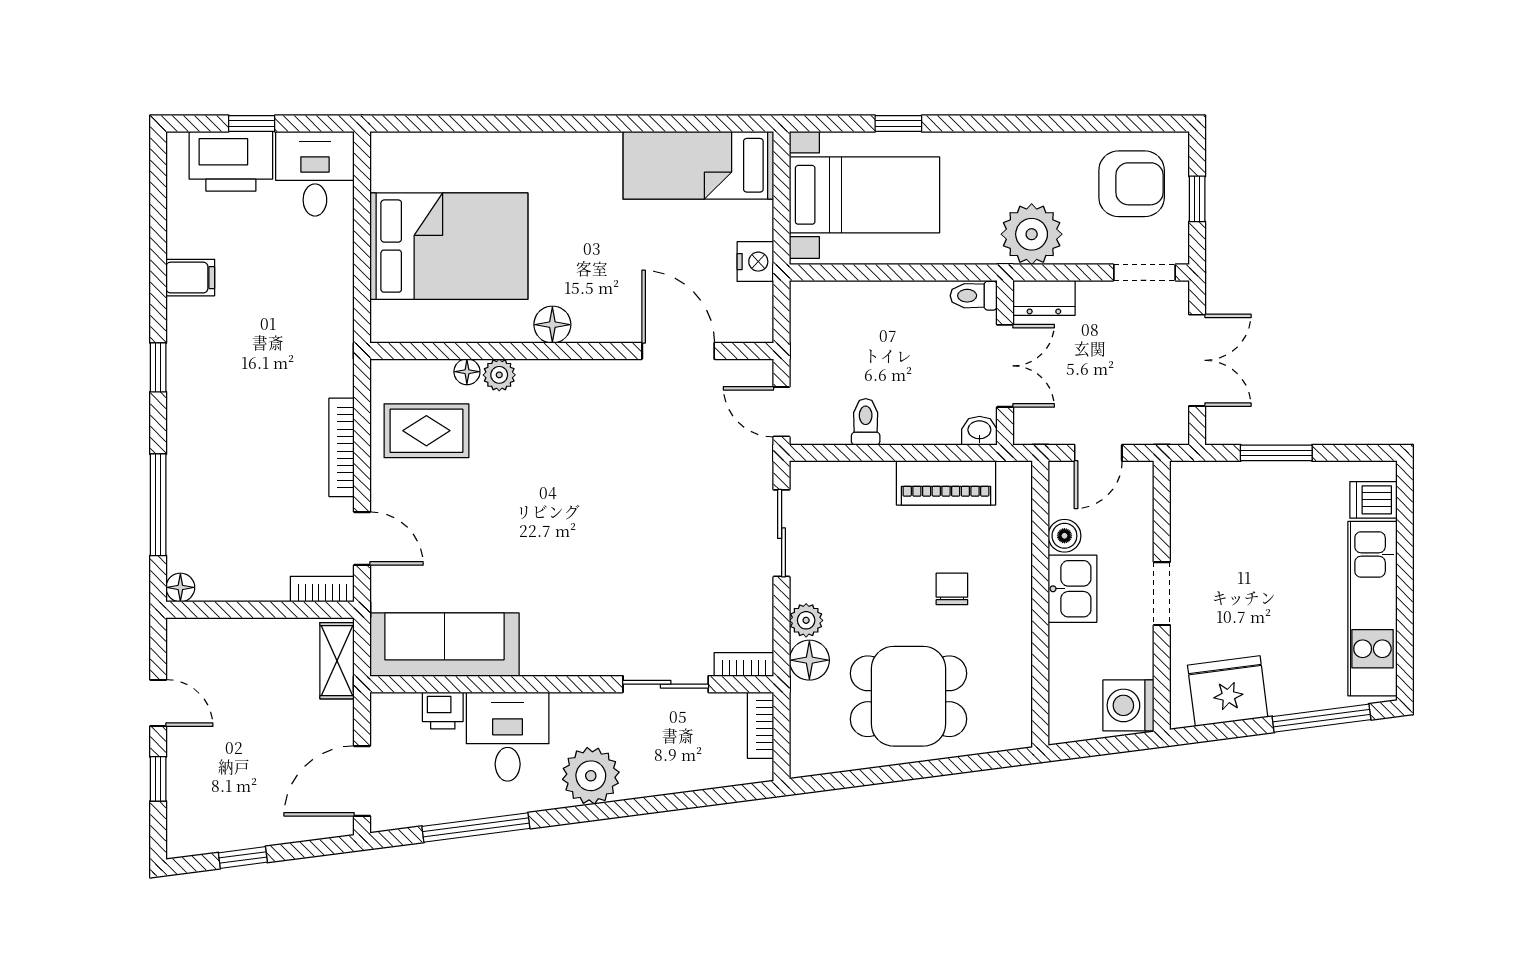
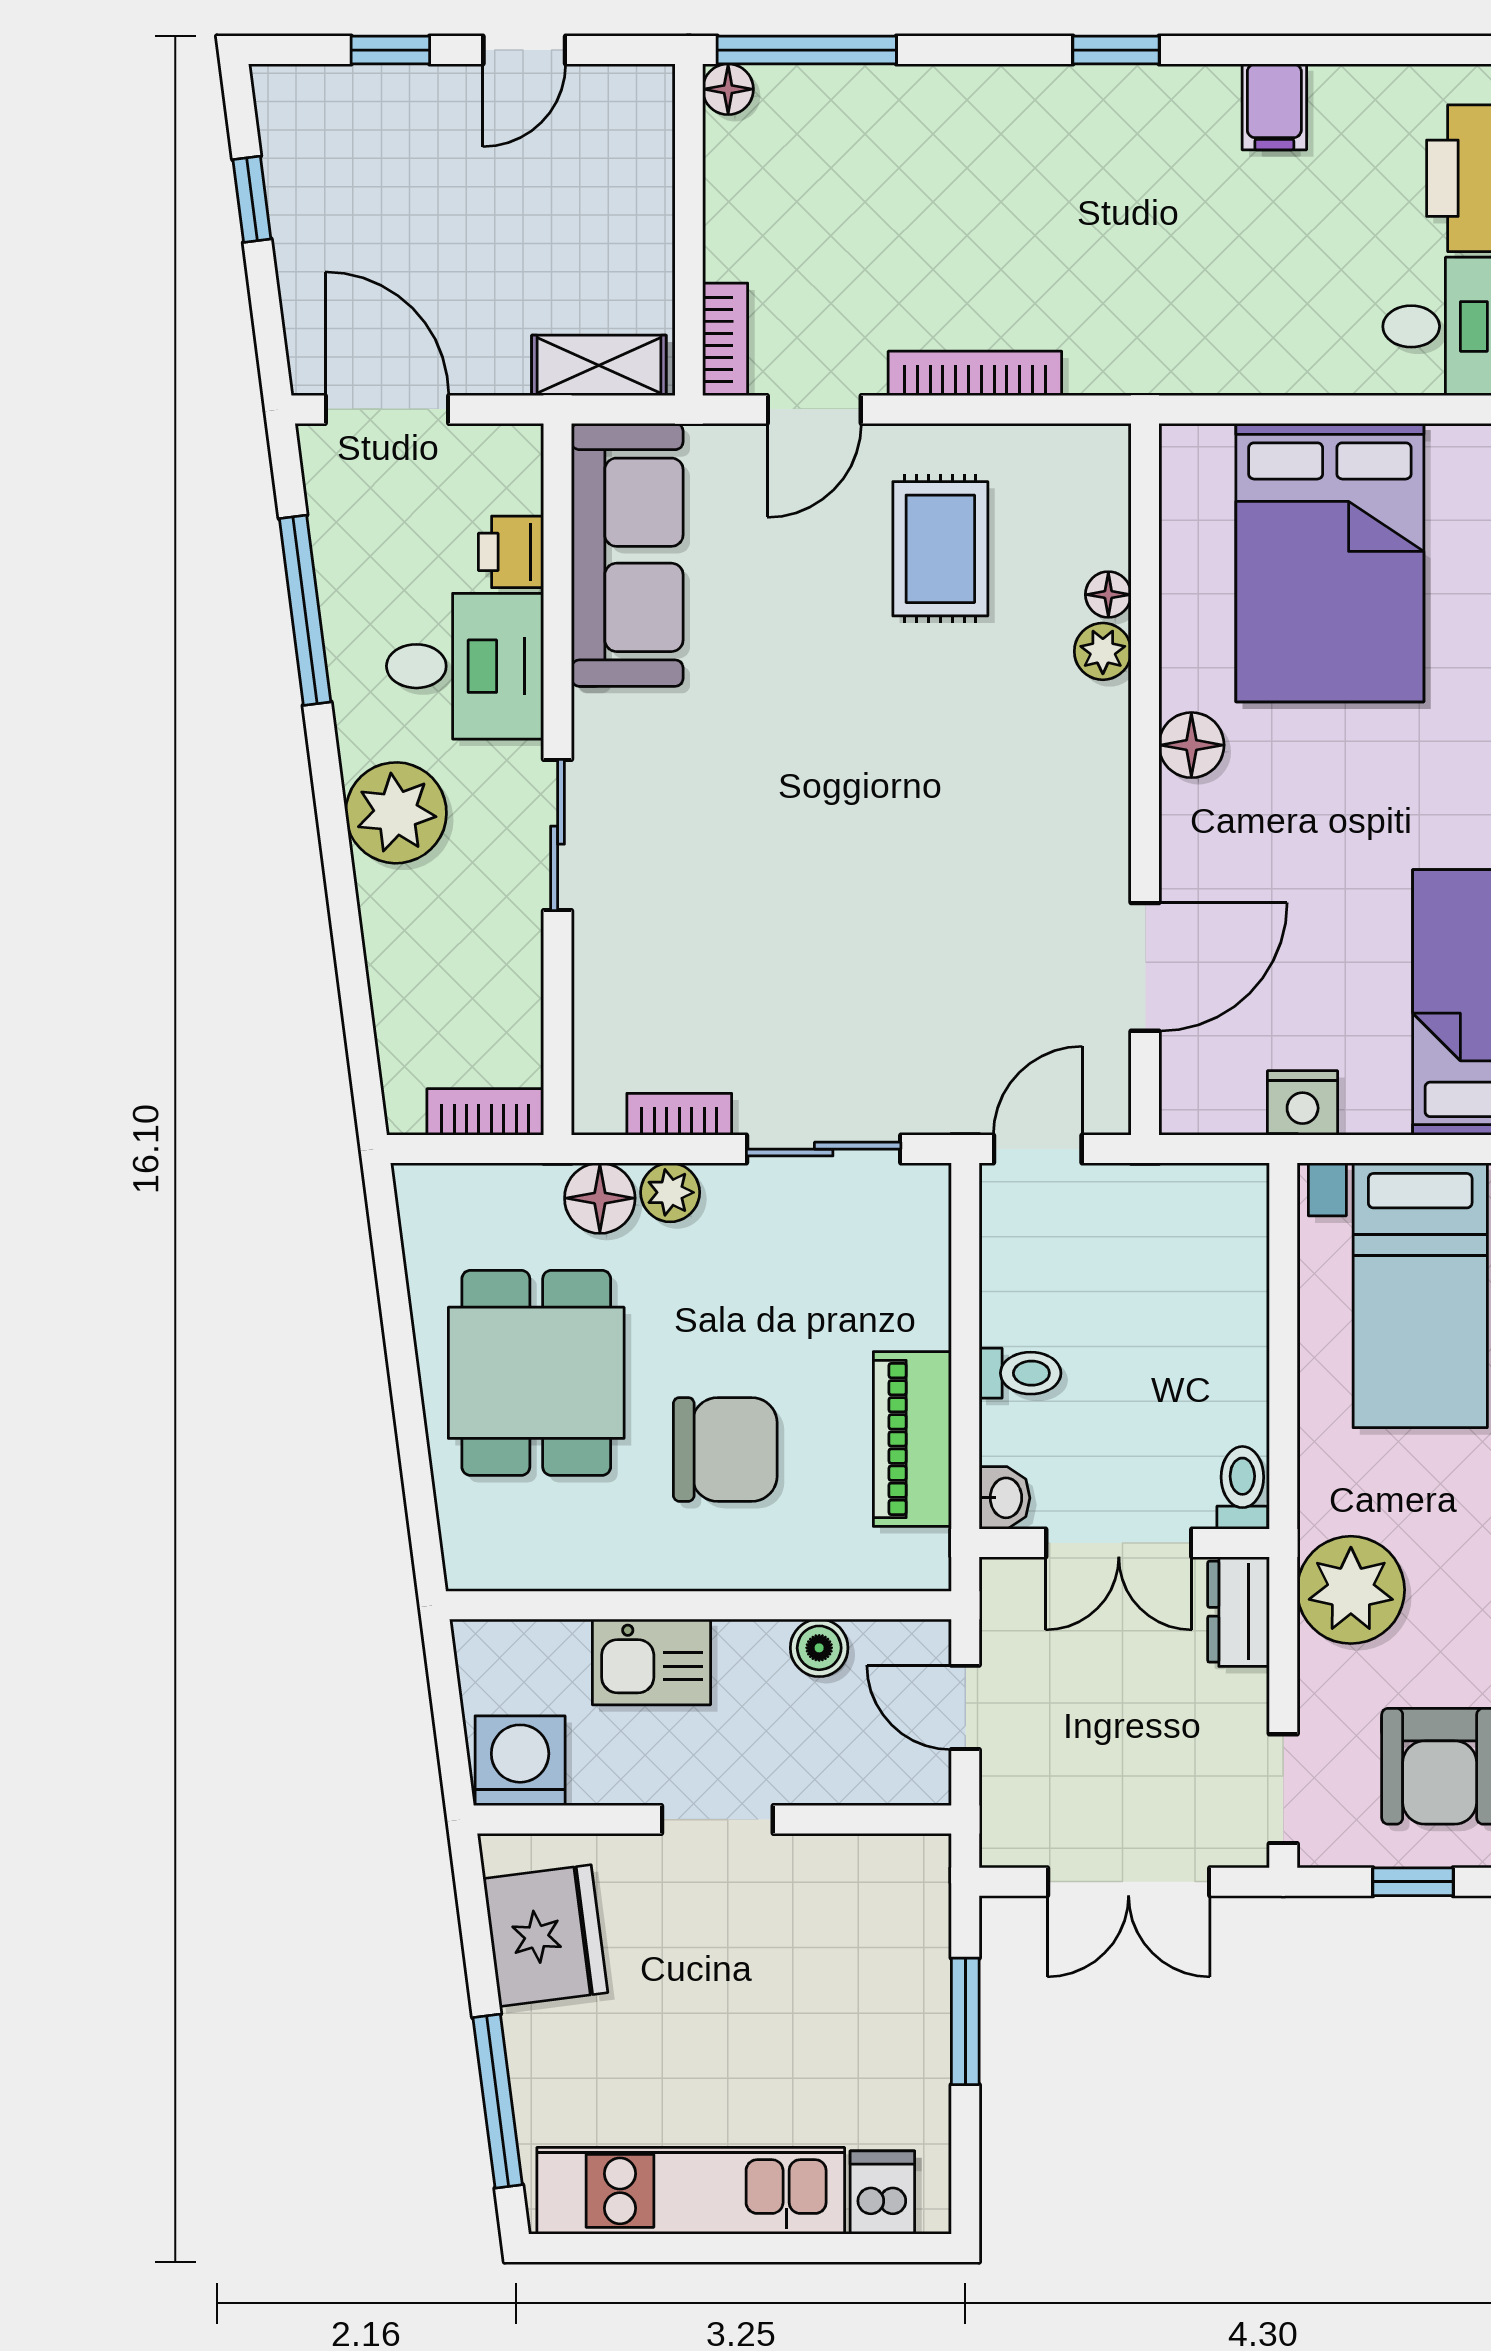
toilet: (866, 422) -> (1020, 1373), moved
rug: (426, 431) -> (940, 549), moved
window: (158, 505) -> (807, 50), moved
chair: (952, 589) -> (725, 1449), width x1.87, depth x1.87
kitchen sink: (1072, 589) -> (651, 1662), moved
bookcase: (744, 664) -> (679, 1114), moved, turned -90
sliding door: (666, 684) -> (558, 835), moved

